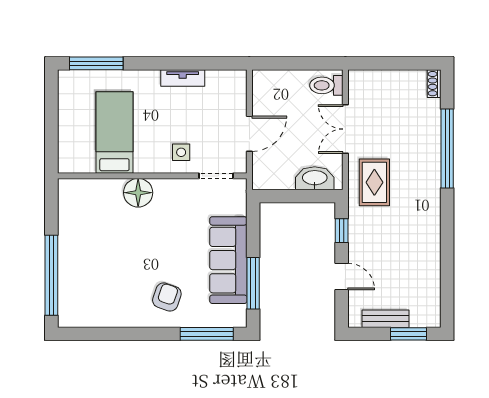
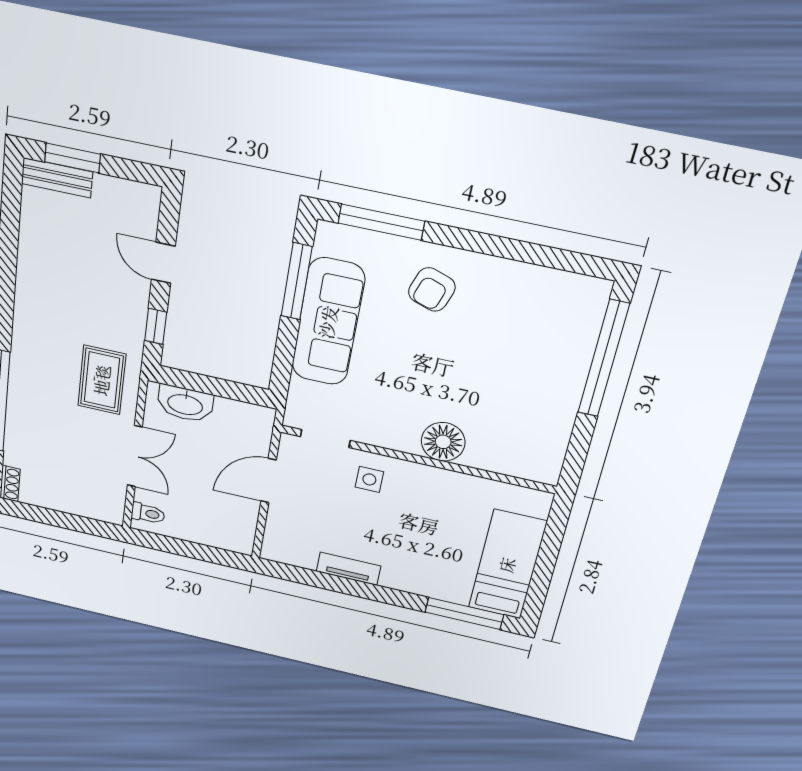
toilet: (326, 85) -> (148, 513), width x0.73, depth x0.72
bed: (114, 132) -> (507, 565), moved, turned 180
bench: (385, 319) -> (57, 178), moved

